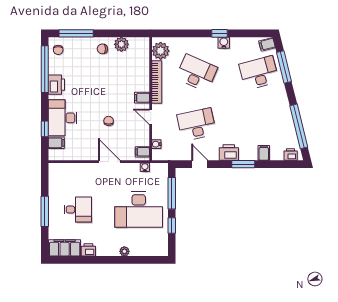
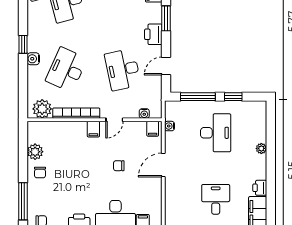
water cooler: (224, 43) -> (33, 59), moved
desk: (139, 209) -> (216, 133), width x0.73, depth x0.77

